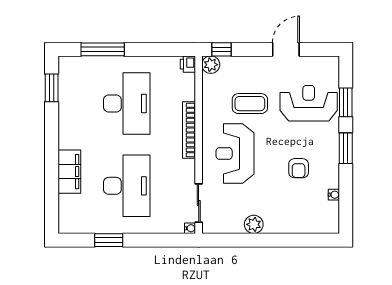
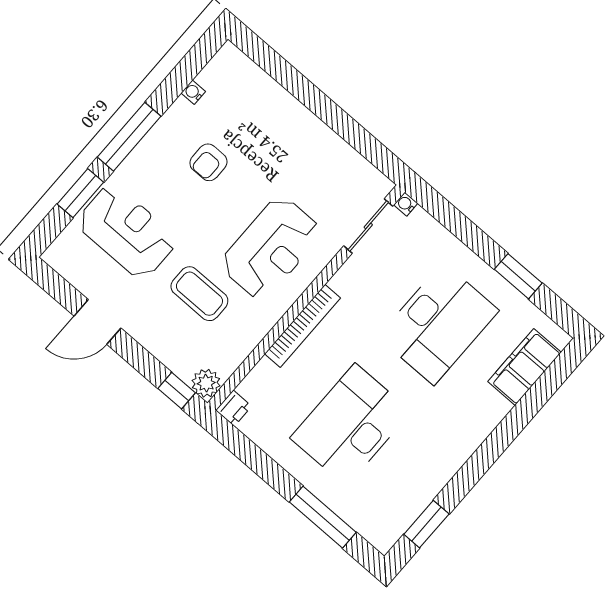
reception desk: (309, 103) -> (127, 232), turned 180
window: (346, 148) -> (129, 137), width x1.44
armchair: (299, 168) -> (208, 162), turned 180
filing cabinet: (69, 172) -> (524, 367), moved
desk: (127, 186) -> (438, 324), turned 180
plant: (254, 224) -> (323, 141), removed

